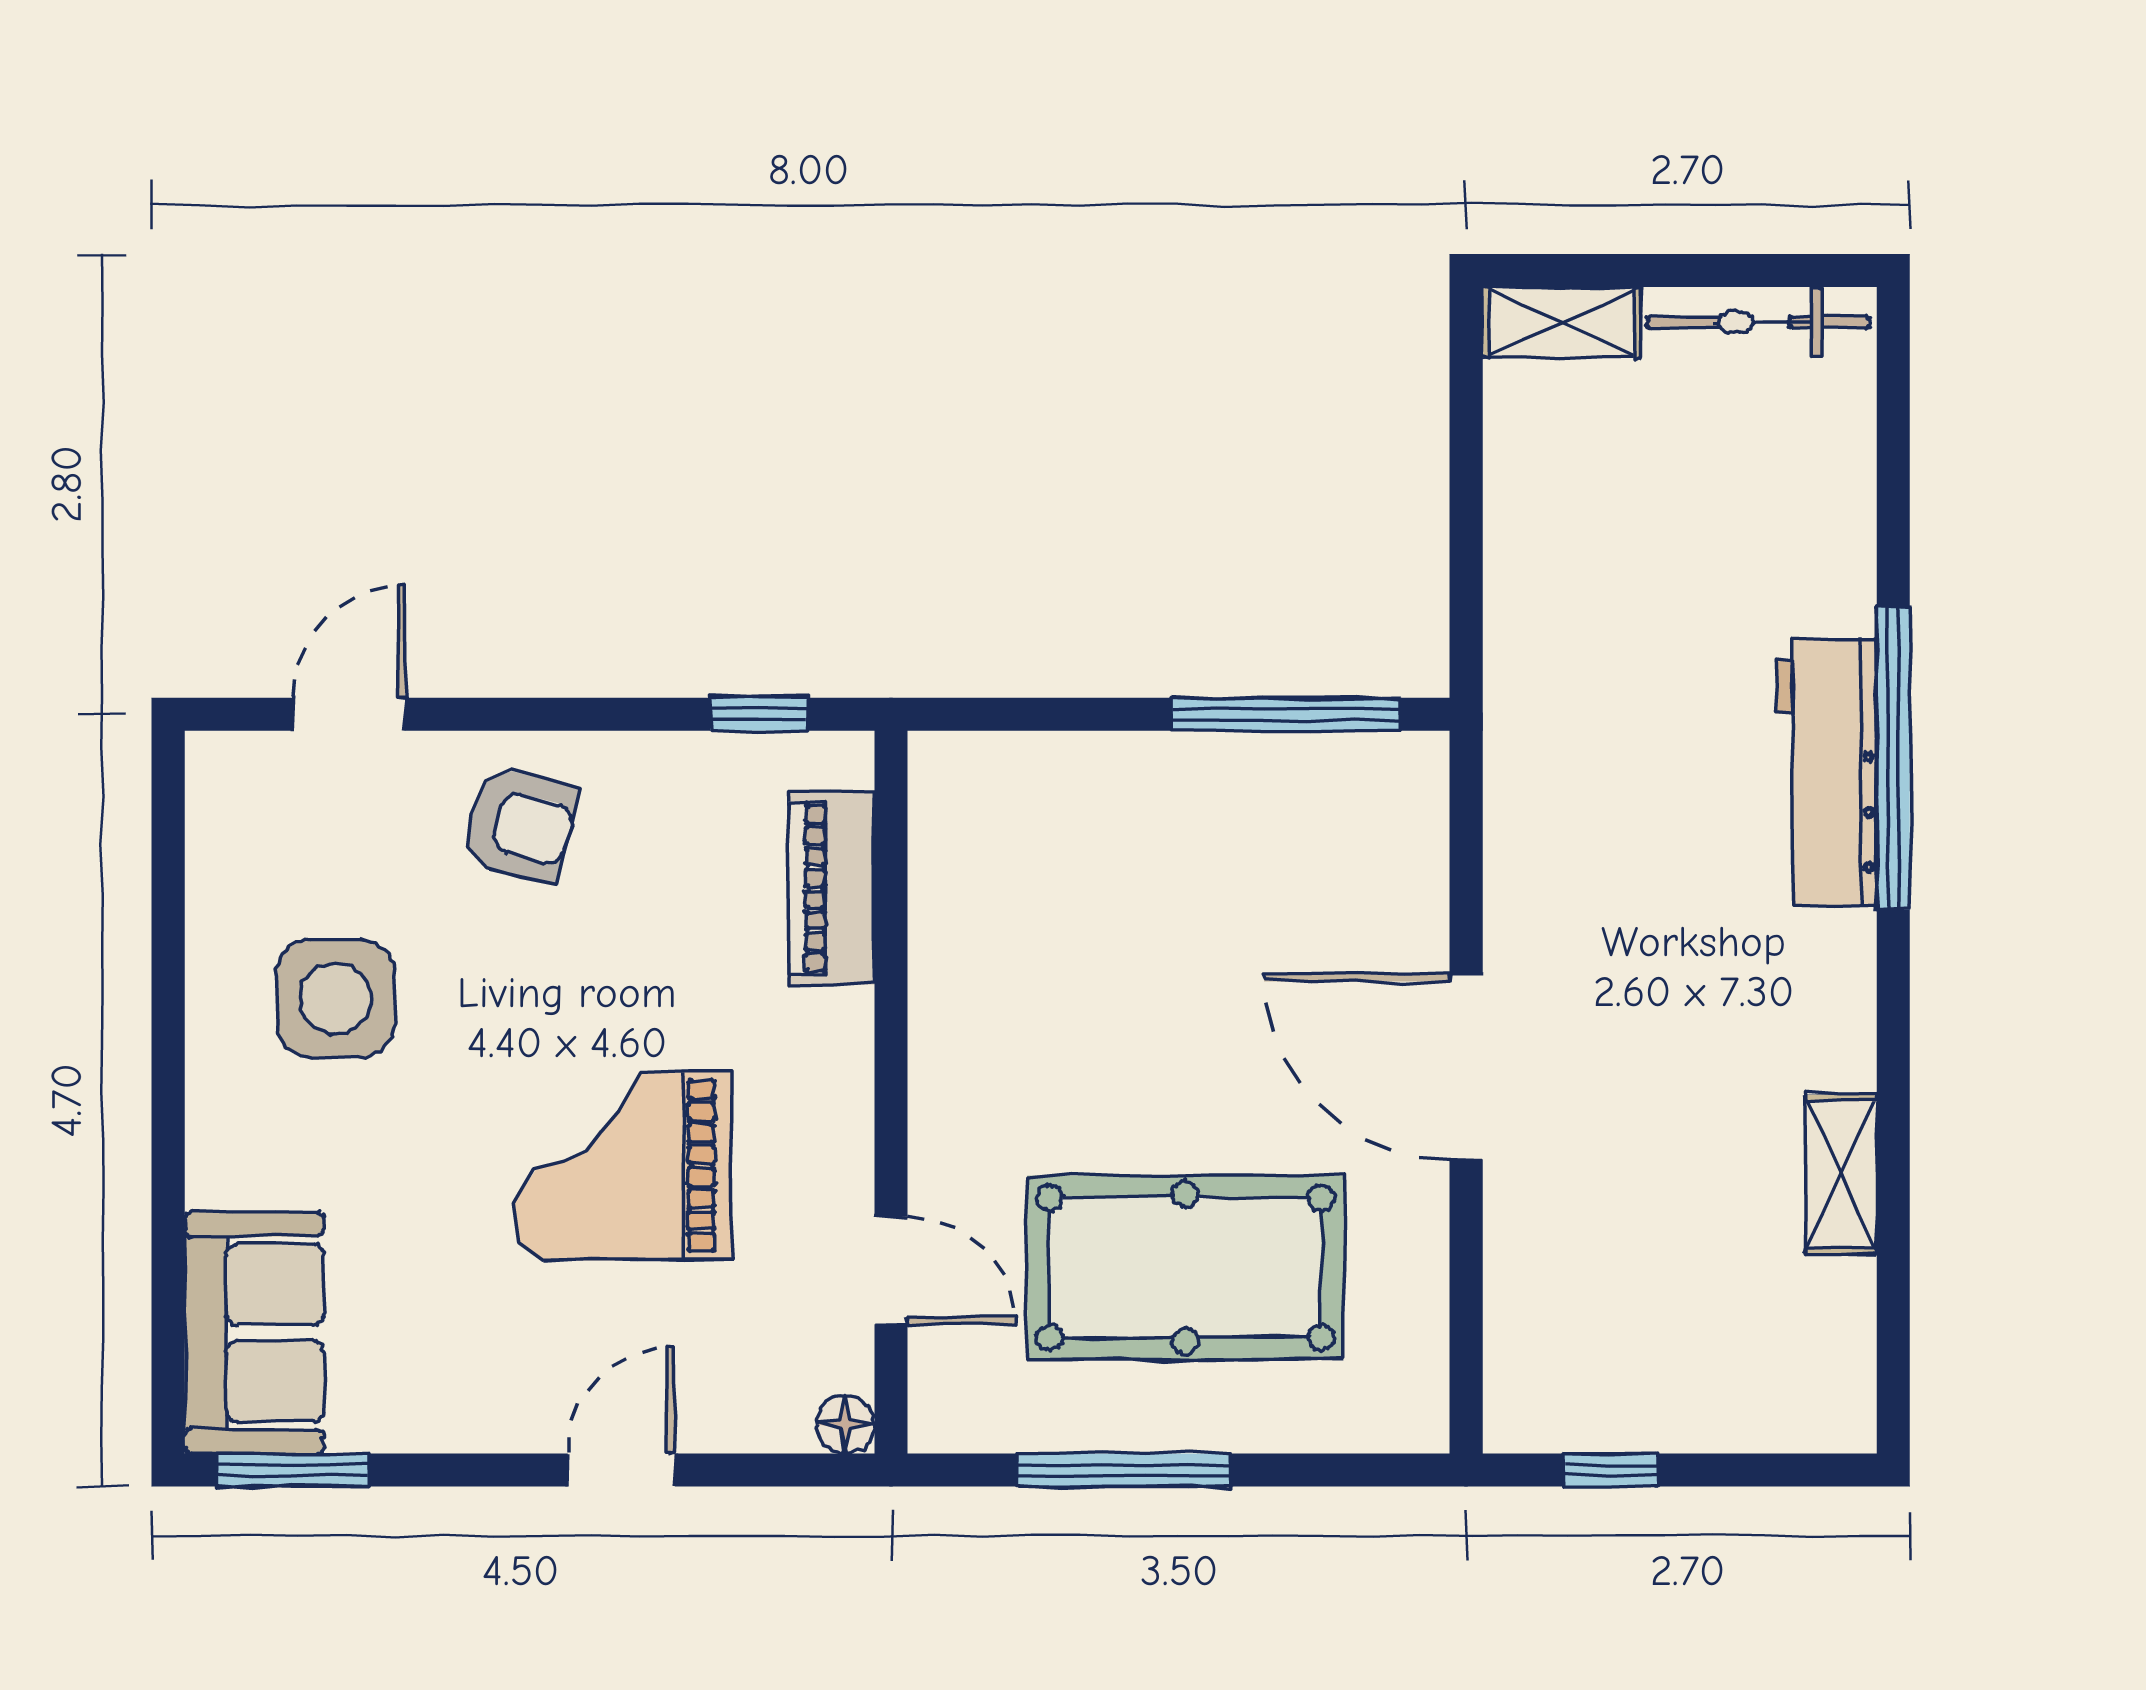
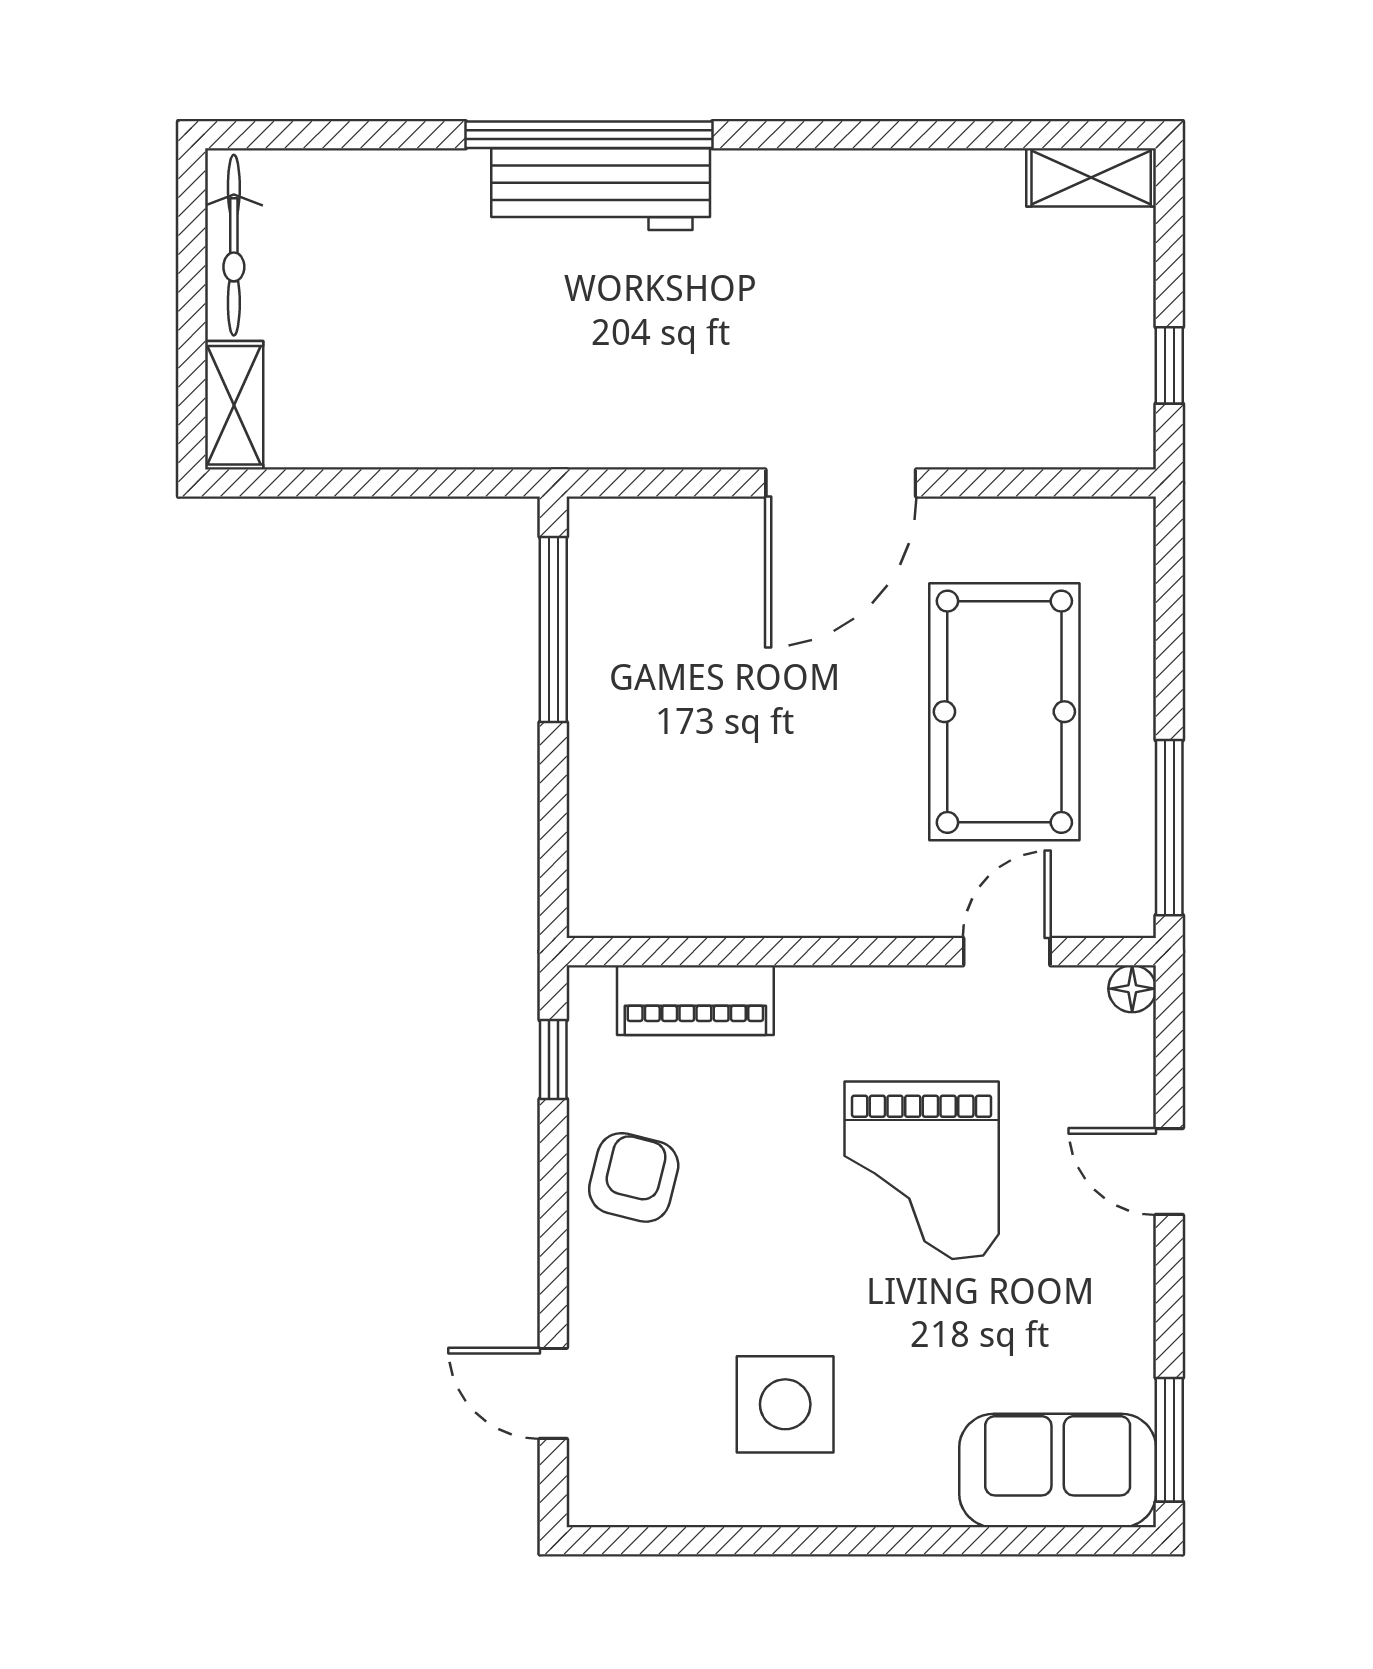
armchair: (519, 825) -> (634, 1177), moved
shelving: (1841, 1174) -> (1091, 177), moved
window: (1124, 1470) -> (1169, 828), moved

